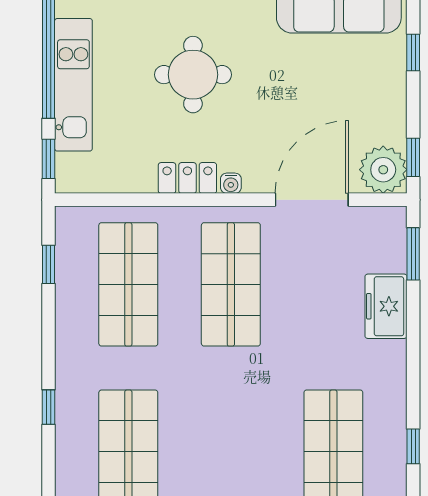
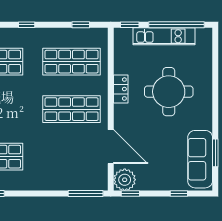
round table: (193, 75) -> (169, 92), width x1.36, depth x1.36
water cooler: (231, 183) -> (118, 109), removed
window: (413, 254) -> (86, 194), width x1.44
freezer: (386, 306) -> (61, 181), removed
window: (49, 407) -> (27, 25), moved

